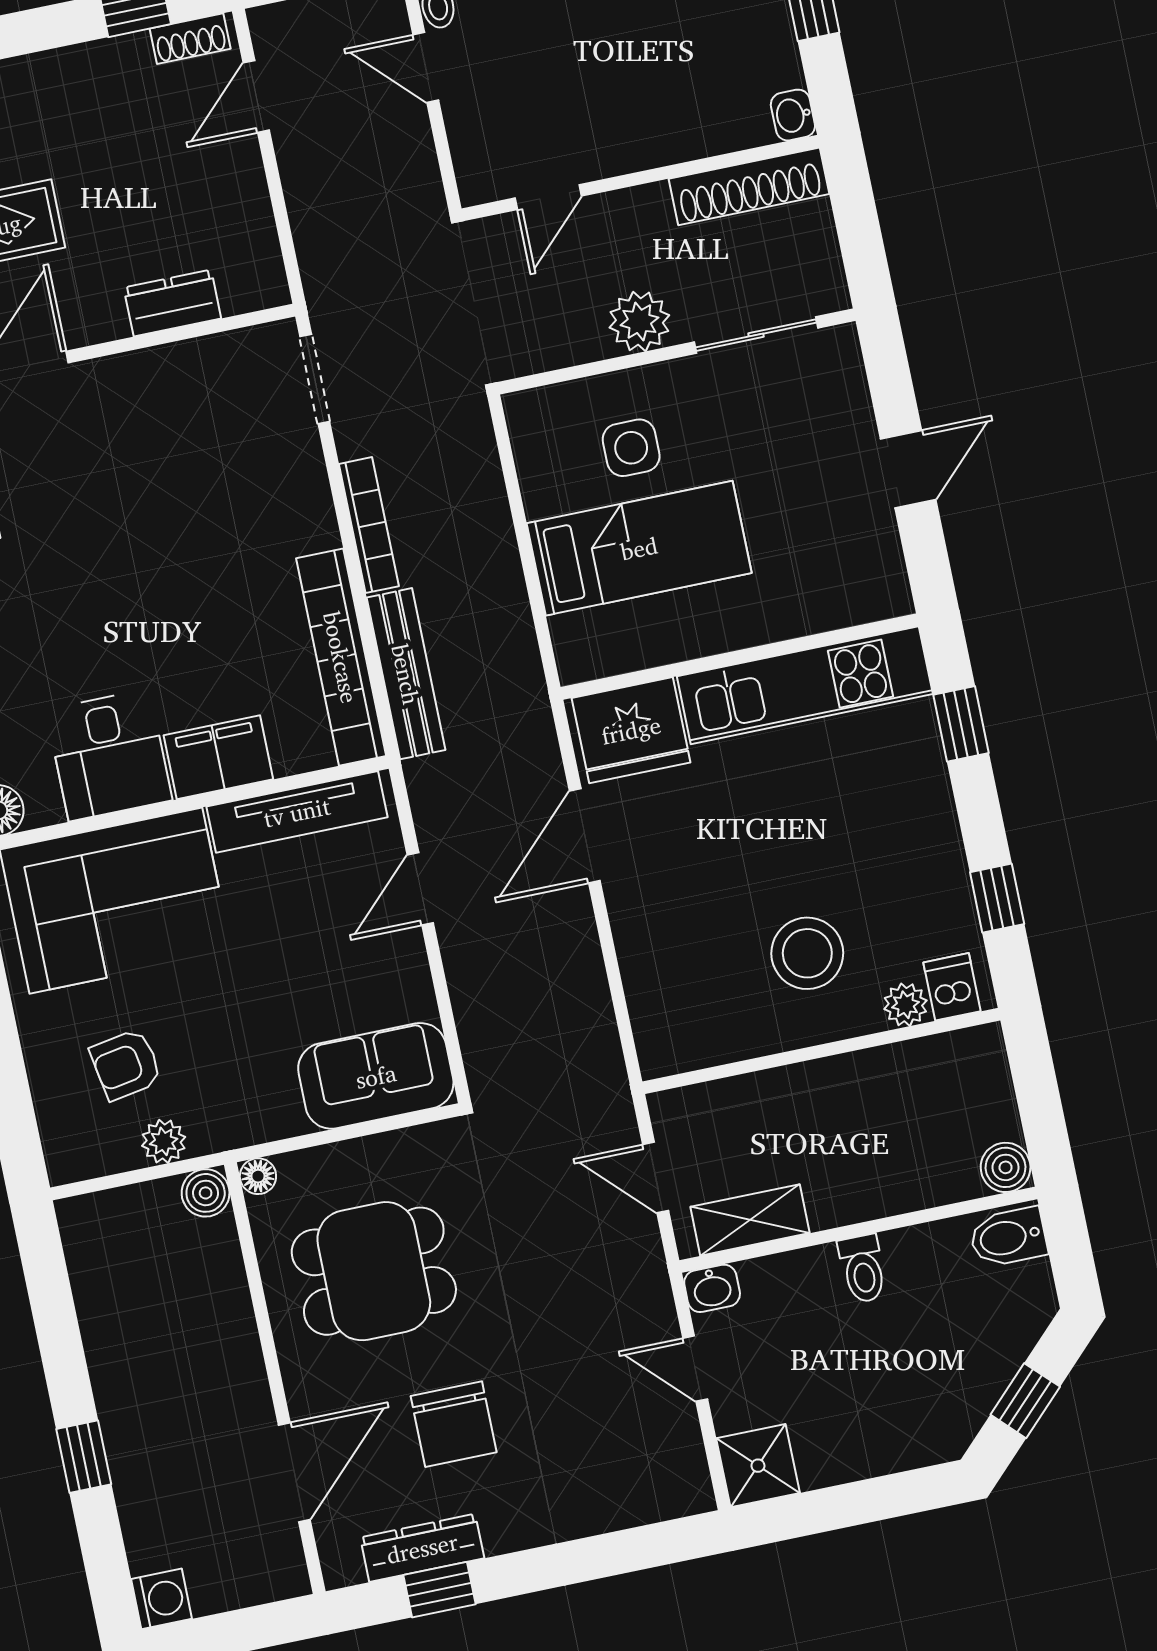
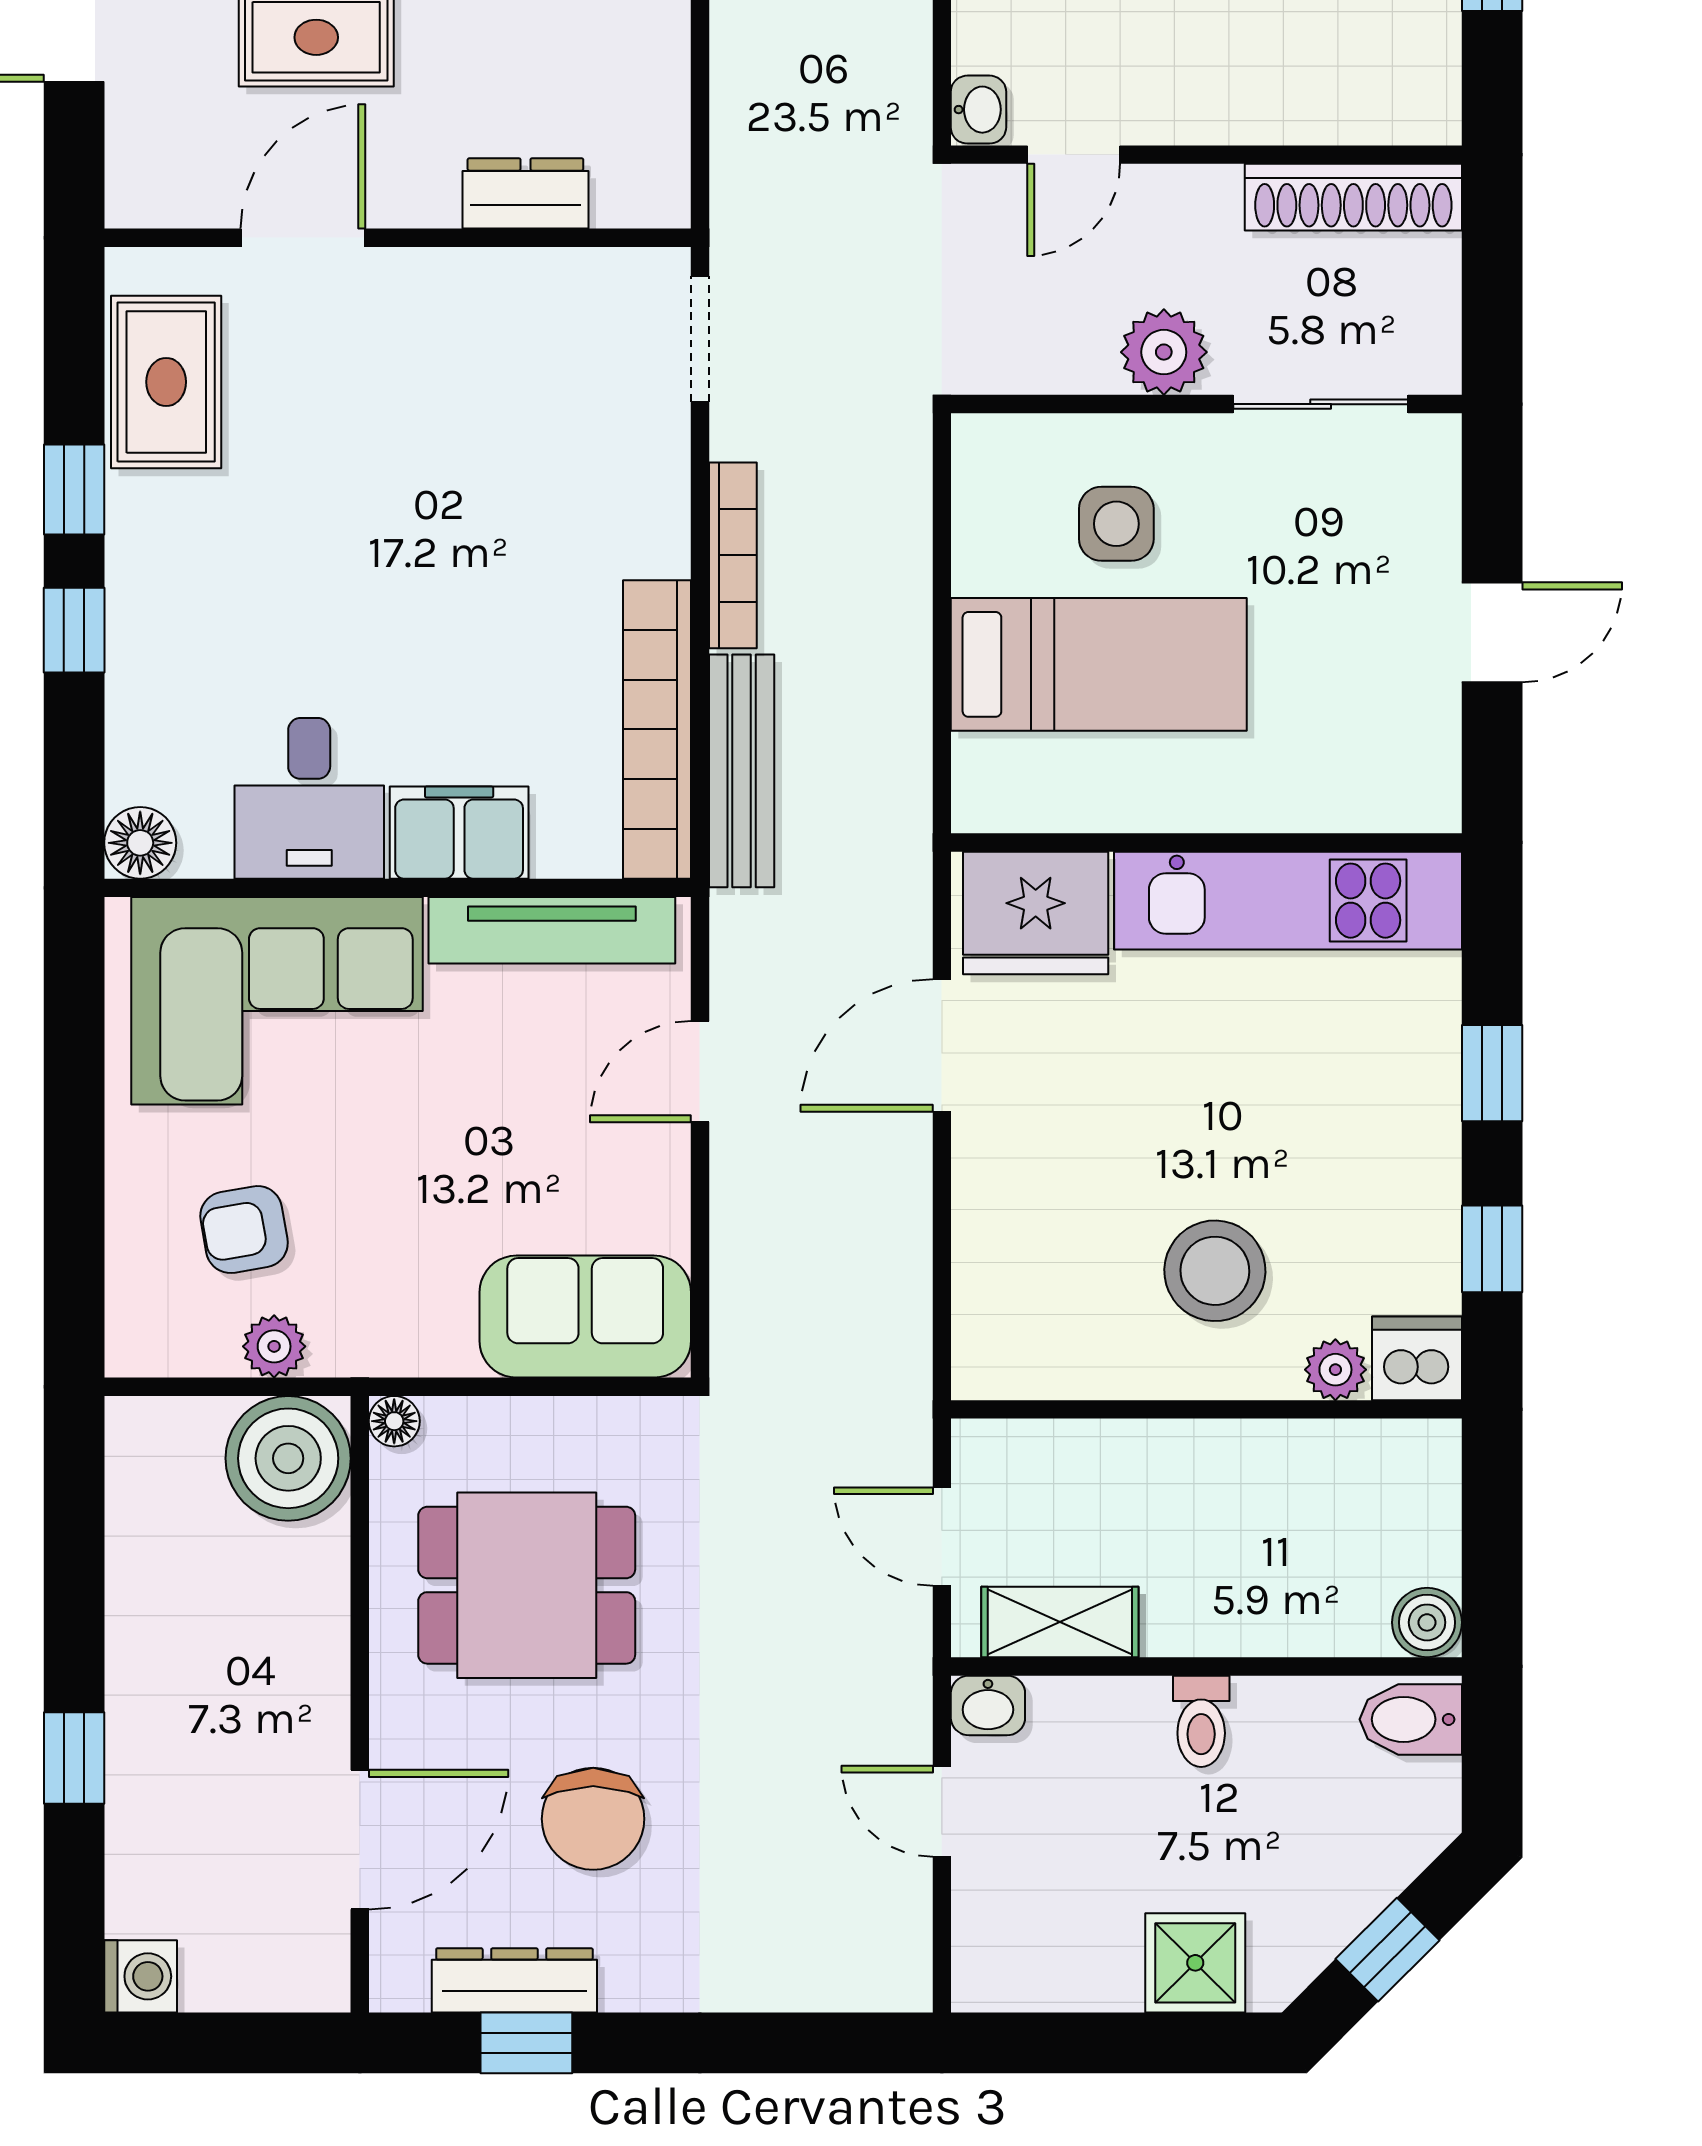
washbasin: (793, 115) -> (978, 110), moved, turned 180
window: (961, 724) -> (1492, 1073), moved
dishwasher: (952, 987) -> (1417, 1358), width x1.38
boiler: (206, 1193) -> (288, 1458), width x1.86, depth x1.86
shower: (758, 1466) -> (1195, 1963), moved

